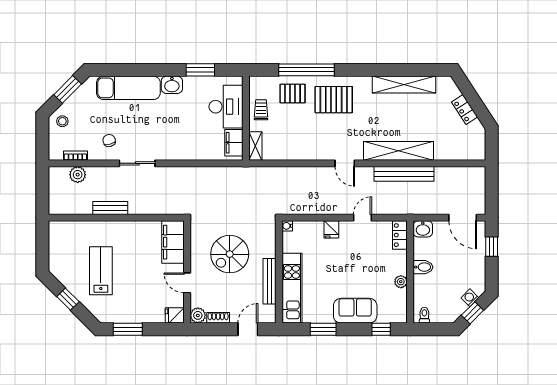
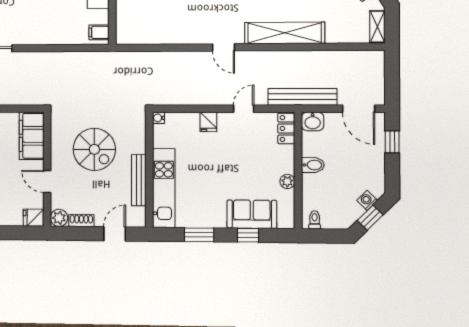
filing cabinet: (234, 143) -> (99, 32), width x0.50
shelving: (255, 146) -> (377, 27), moved
bench: (404, 174) -> (302, 97), moved
spiral stairs: (230, 254) -> (94, 149), turned -90
sofa: (355, 311) -> (252, 214), moved
window: (381, 329) -> (248, 235), moved

